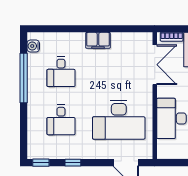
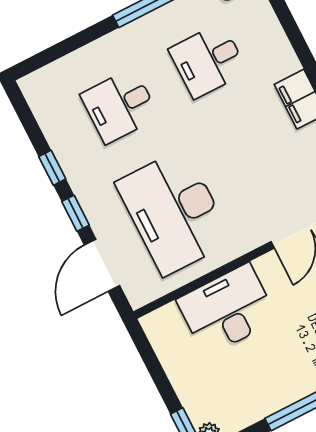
window: (41, 163) -> (75, 213), moved

